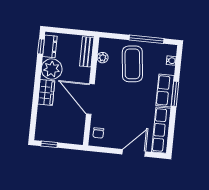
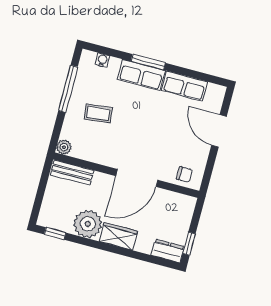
dresser: (50, 46) -> (168, 251), moved
plant: (103, 58) -> (64, 147), moved
coffee table: (132, 64) -> (98, 113), width x0.54, depth x0.58
row of seats: (161, 130) -> (185, 86), width x0.68

